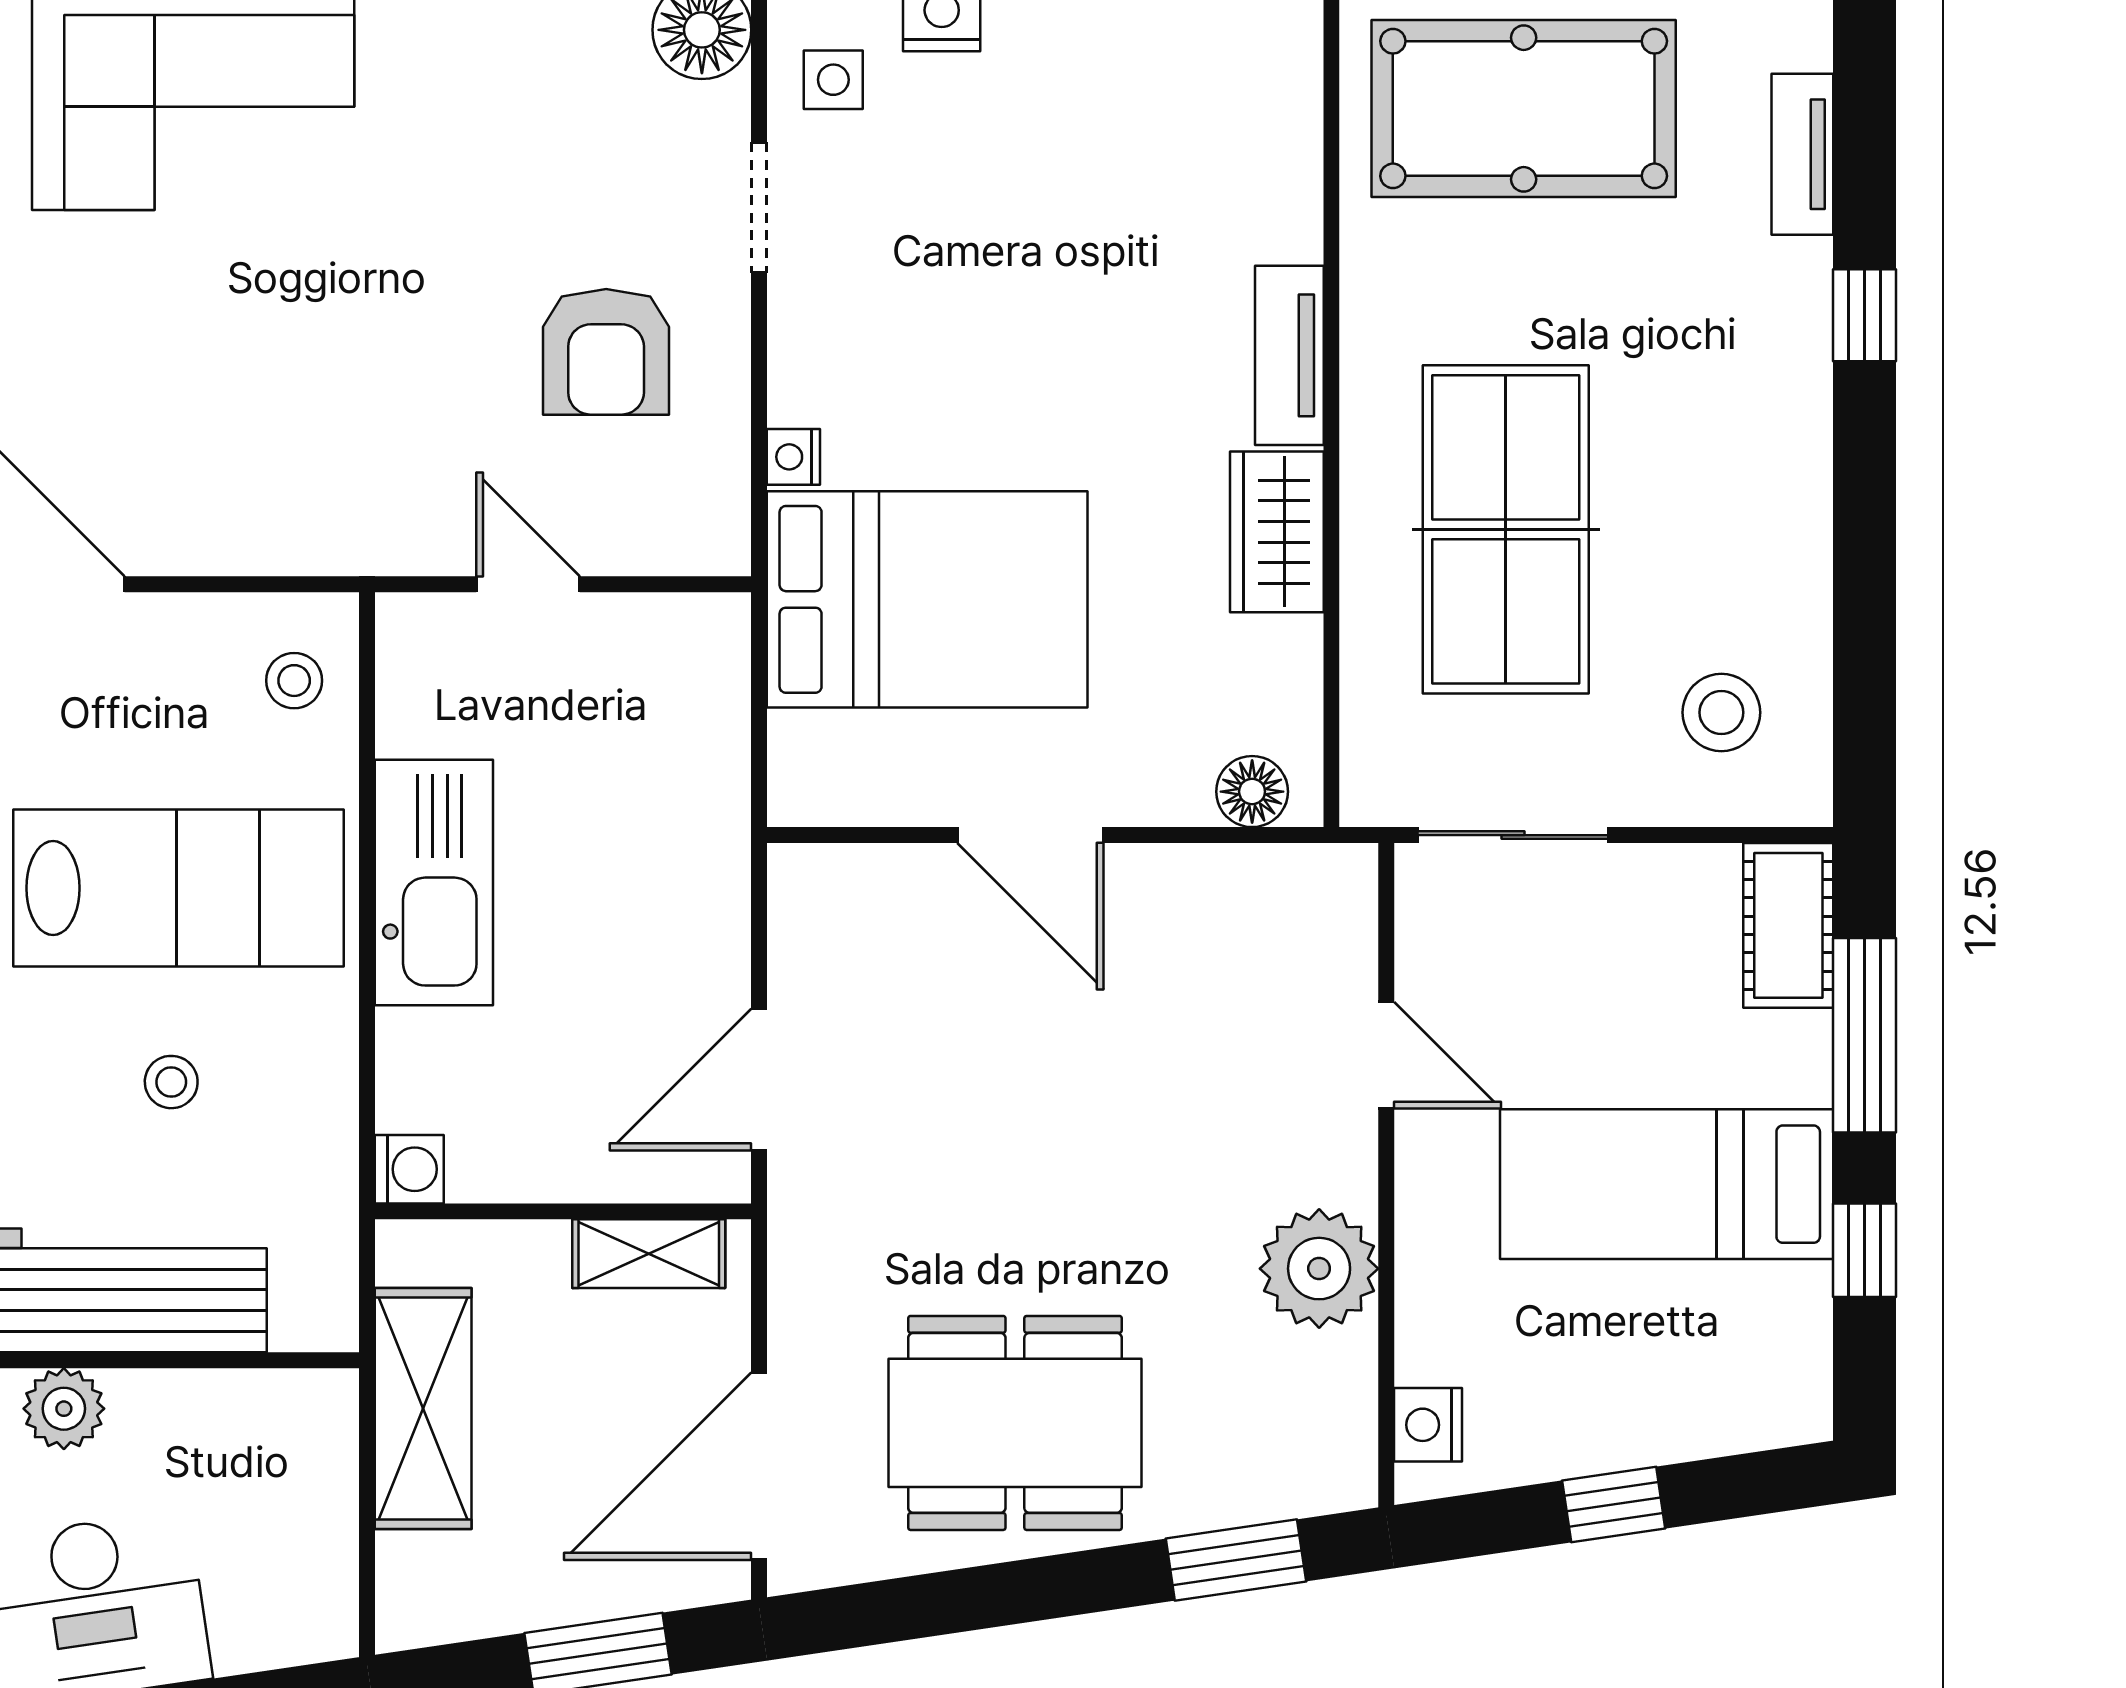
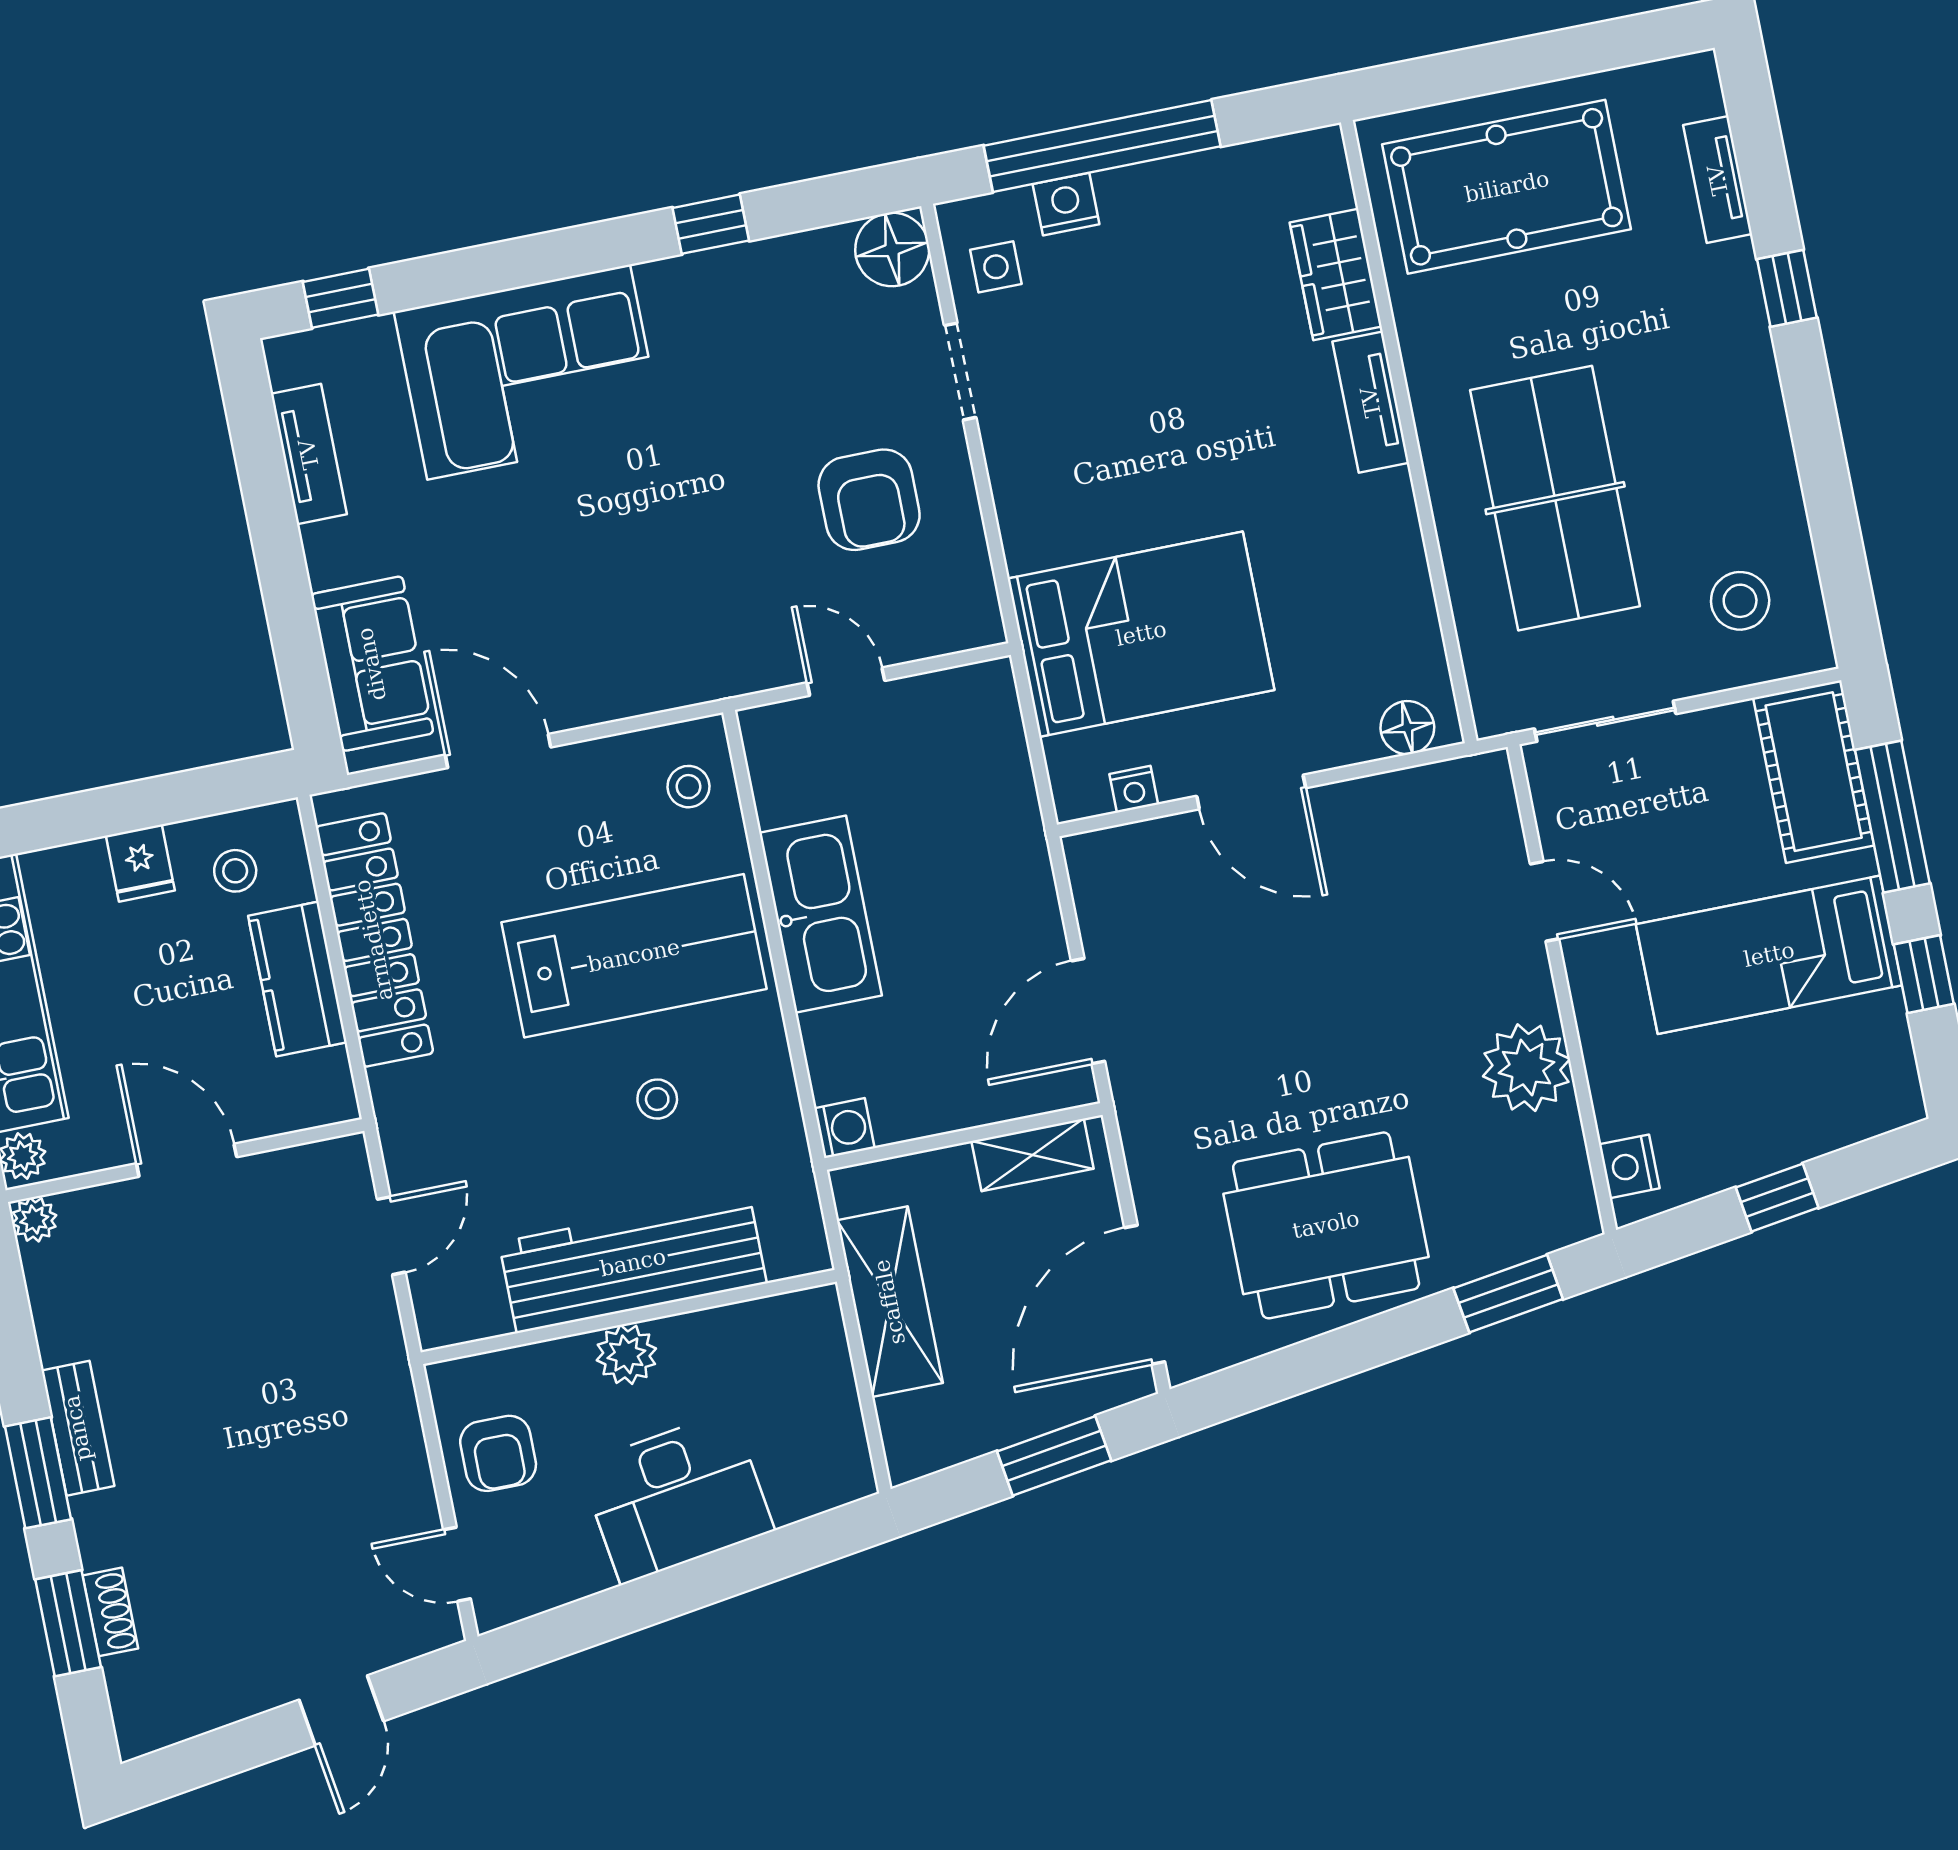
nightstand: (793, 457) -> (1134, 789), moved, turned -90
wardrobe: (1277, 532) -> (1336, 274), moved
cot: (1788, 925) -> (1814, 772), width x1.37, depth x1.34

